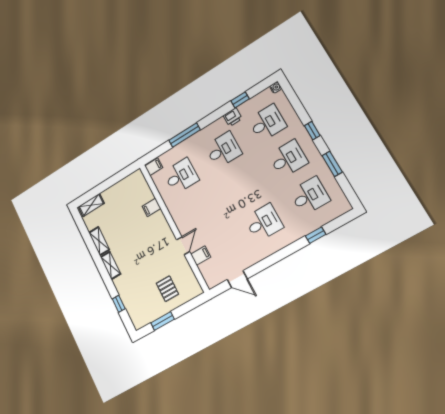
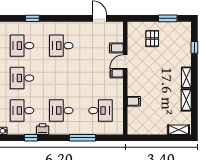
filing cabinet: (154, 167) -> (117, 73), moved
desk: (181, 176) -> (101, 111), turned 180

